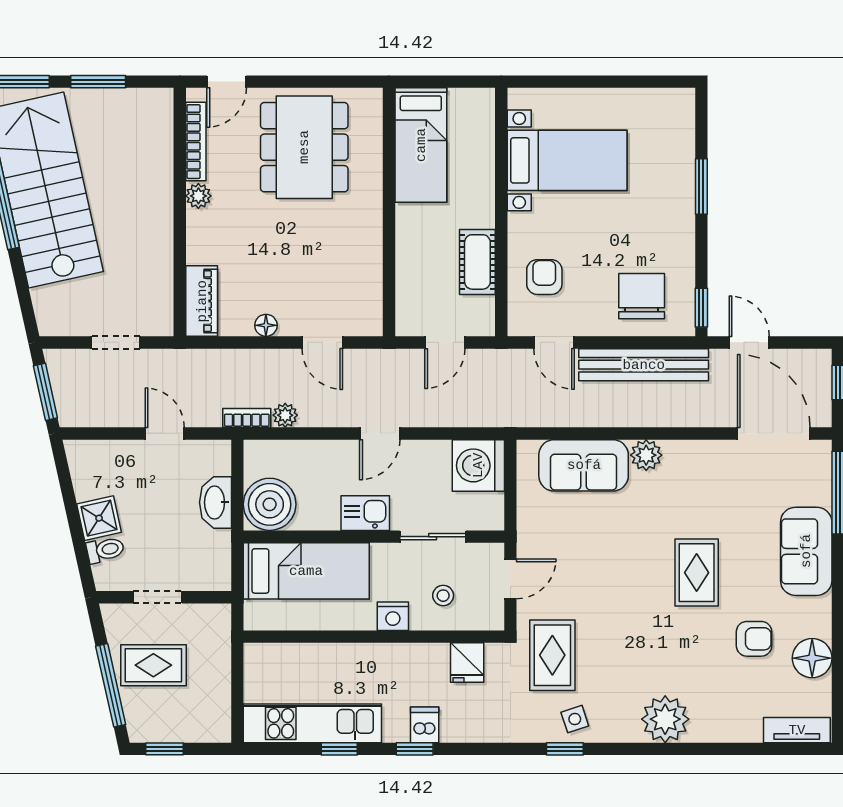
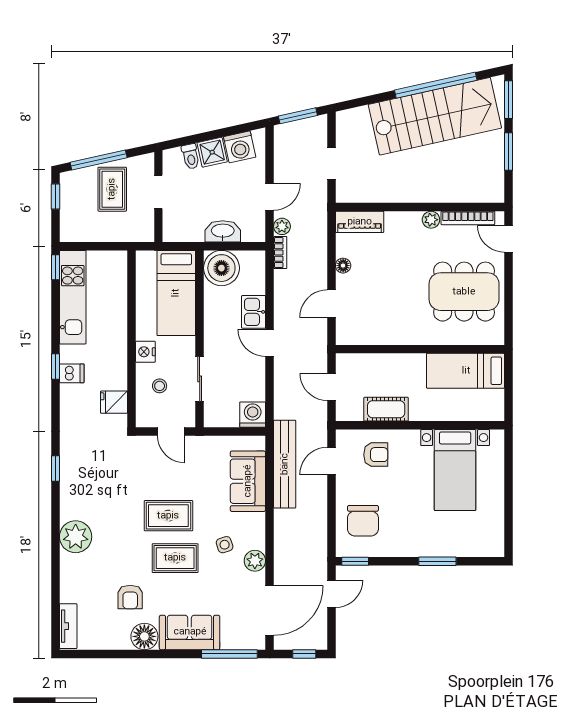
chair: (642, 296) -> (363, 521), turned 90
bench: (644, 365) -> (285, 464), moved
plant: (285, 415) -> (282, 226), moved
plant: (646, 455) -> (255, 561), moved
washing machine: (478, 465) -> (253, 415), width x0.73, depth x0.73
washing machine: (91, 478) -> (240, 147), added
kitchen sink: (365, 513) -> (254, 312), moved, turned 180
rug: (552, 655) -> (168, 516), moved
floor lamp: (812, 658) -> (144, 636), moved
side table: (575, 719) -> (225, 545), moved
window: (339, 749) -> (55, 267), moved

